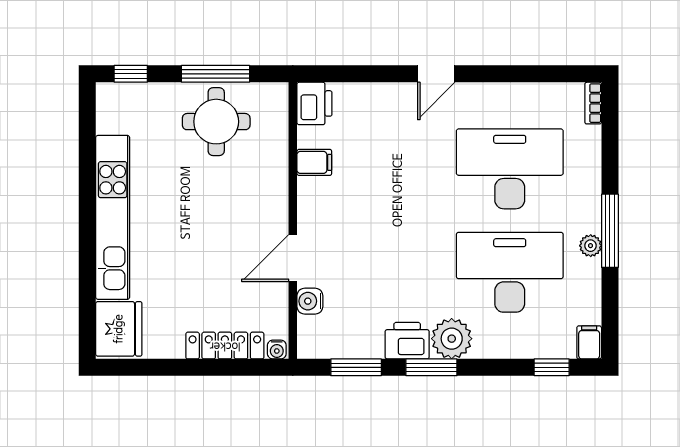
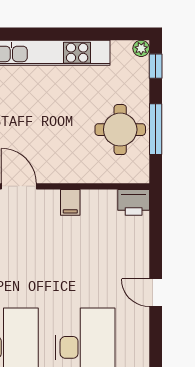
plant: (107, 93) -> (141, 48), added
filing cabinet: (314, 162) -> (70, 202), moved

